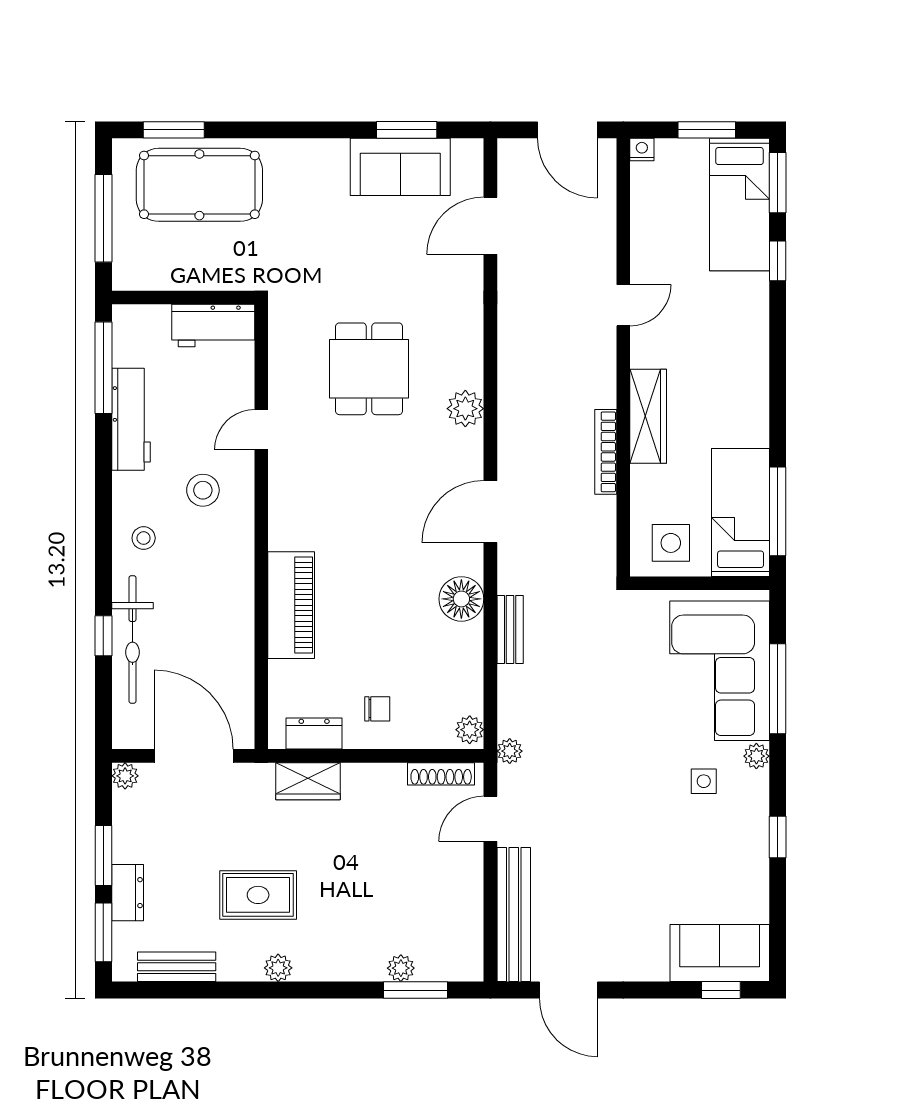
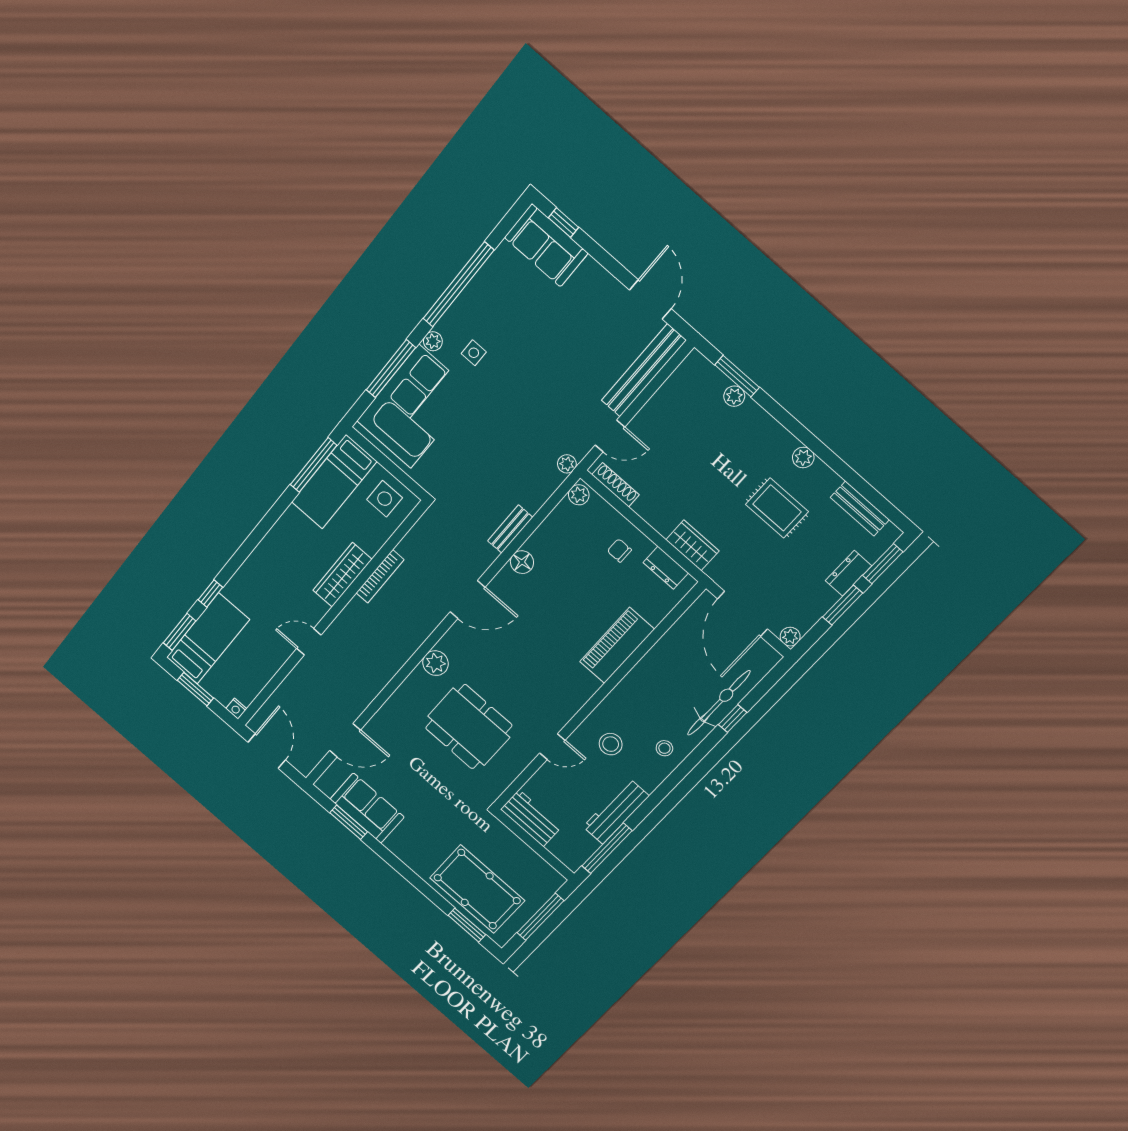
dining table: (369, 369) -> (469, 727), width x1.38
floor lamp: (461, 599) -> (522, 562), width x0.73, depth x0.73
window: (778, 837) -> (458, 285), width x3.17

